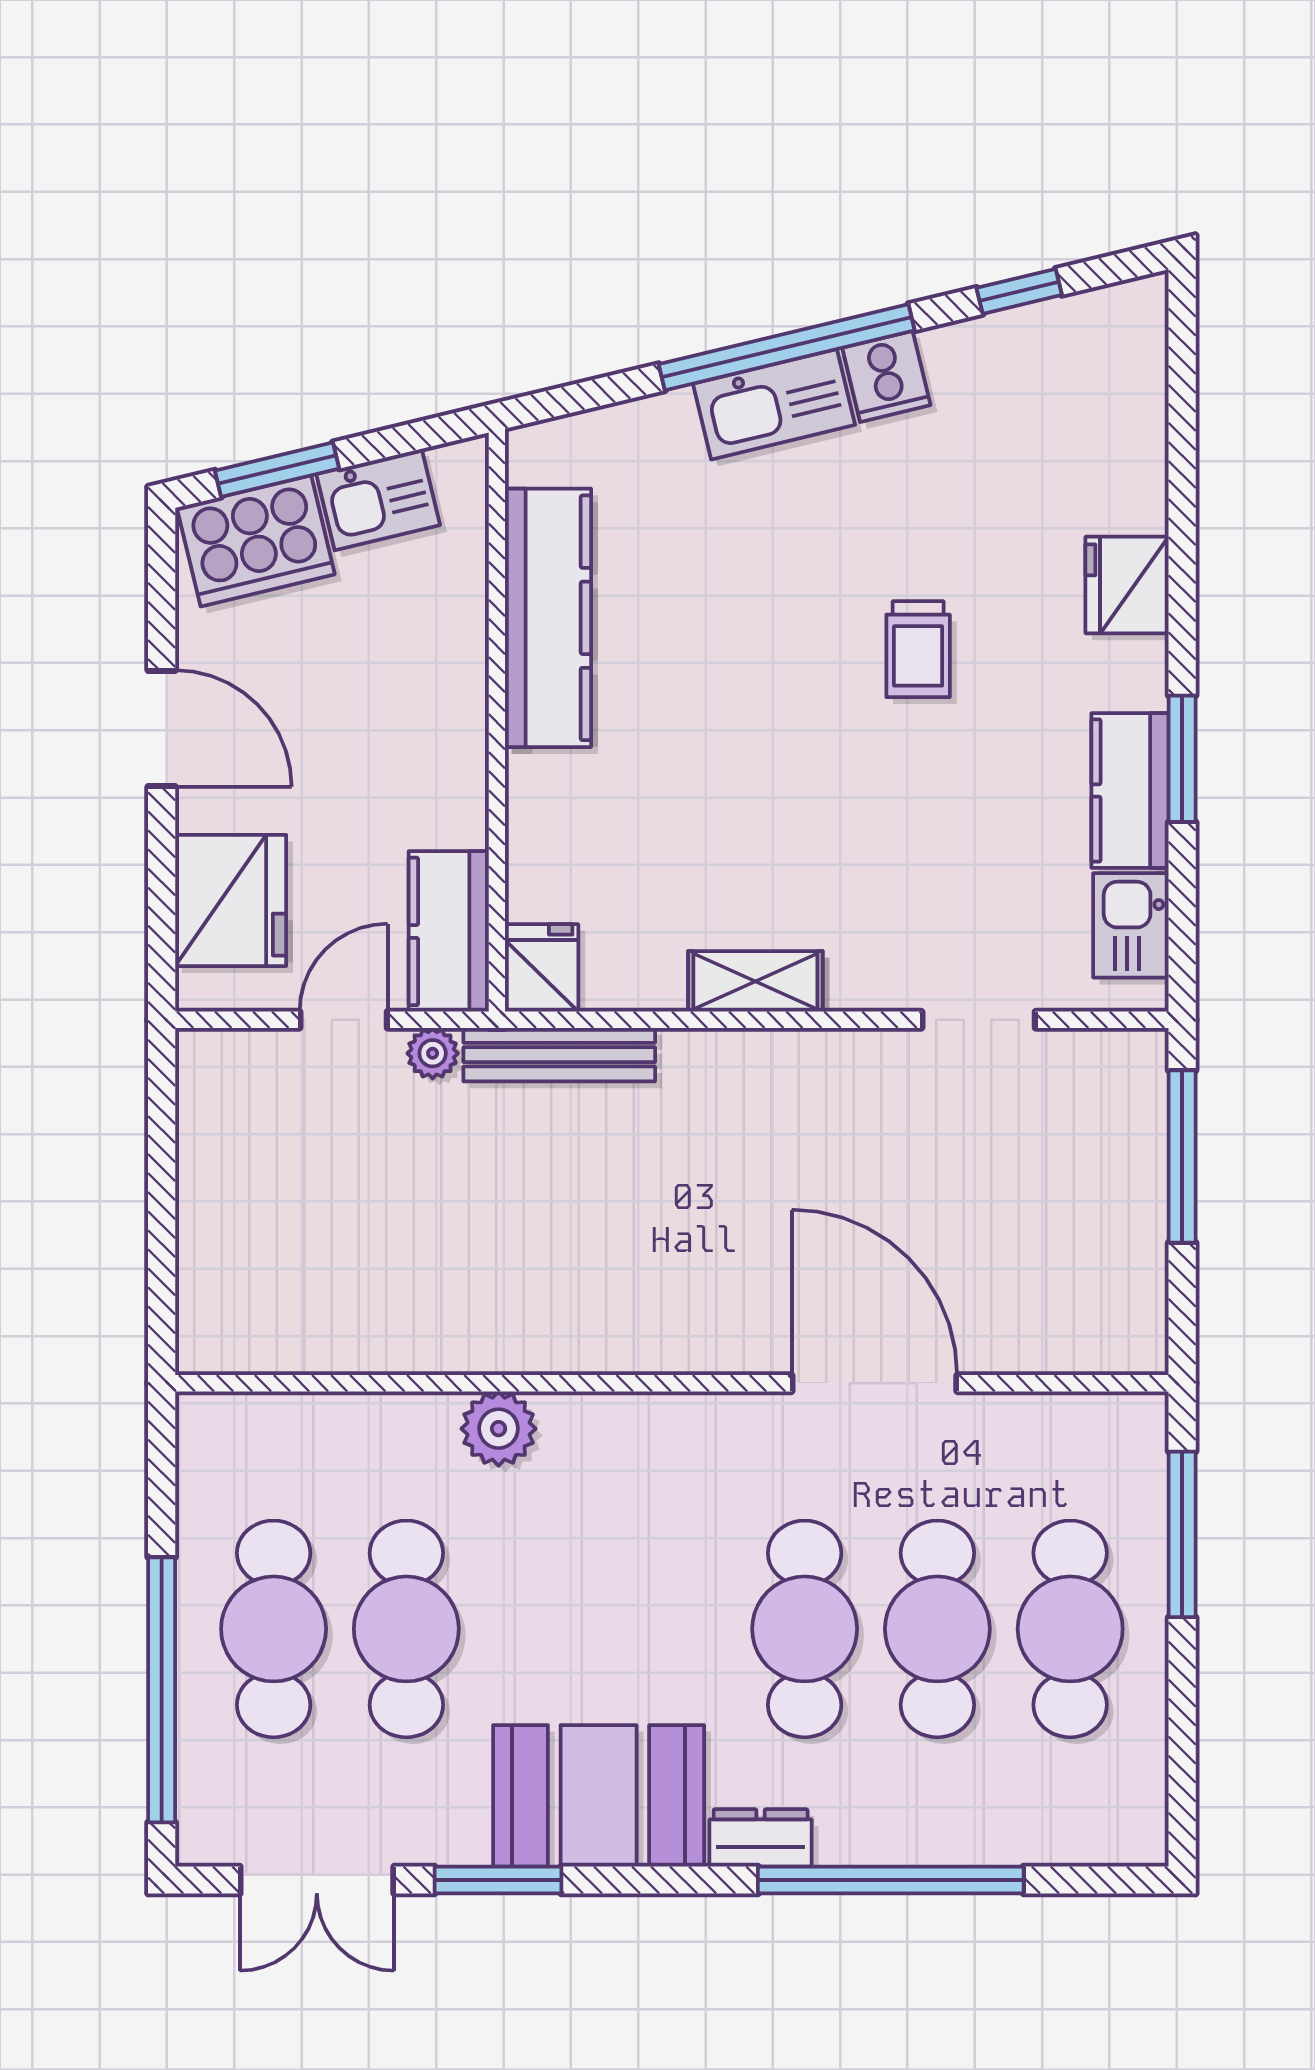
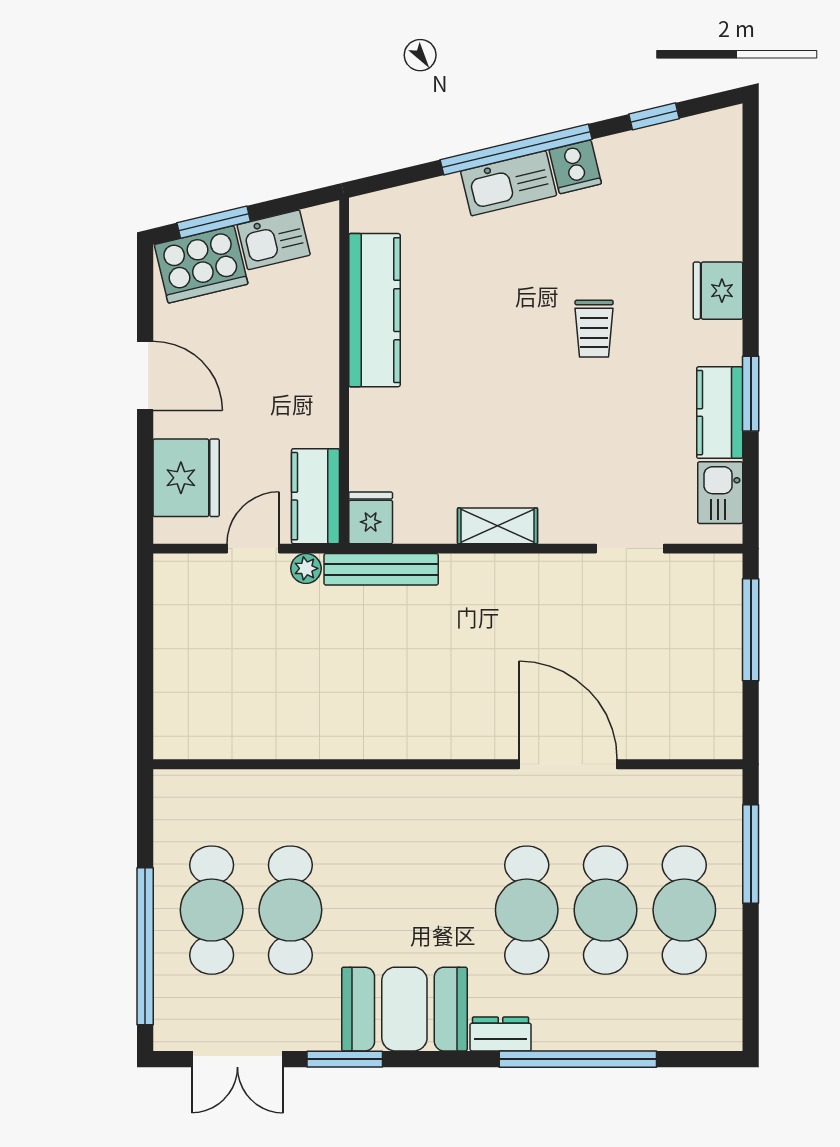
plant: (499, 1429) -> (345, 791), removed

